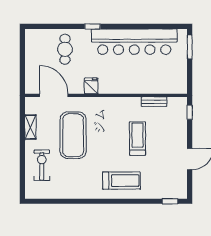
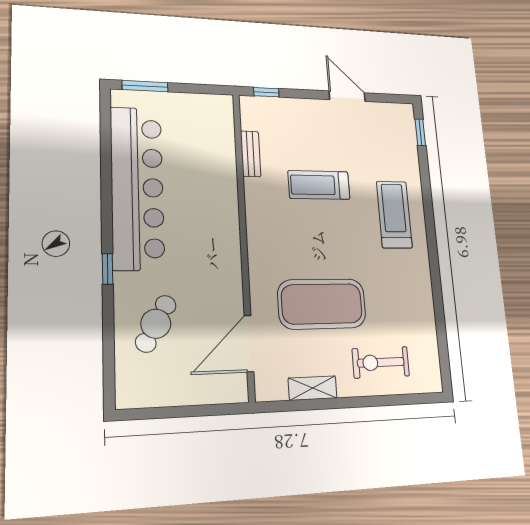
cafe table: (65, 49) -> (156, 324), turned -61
fridge: (91, 86) -> (227, 270), removed

